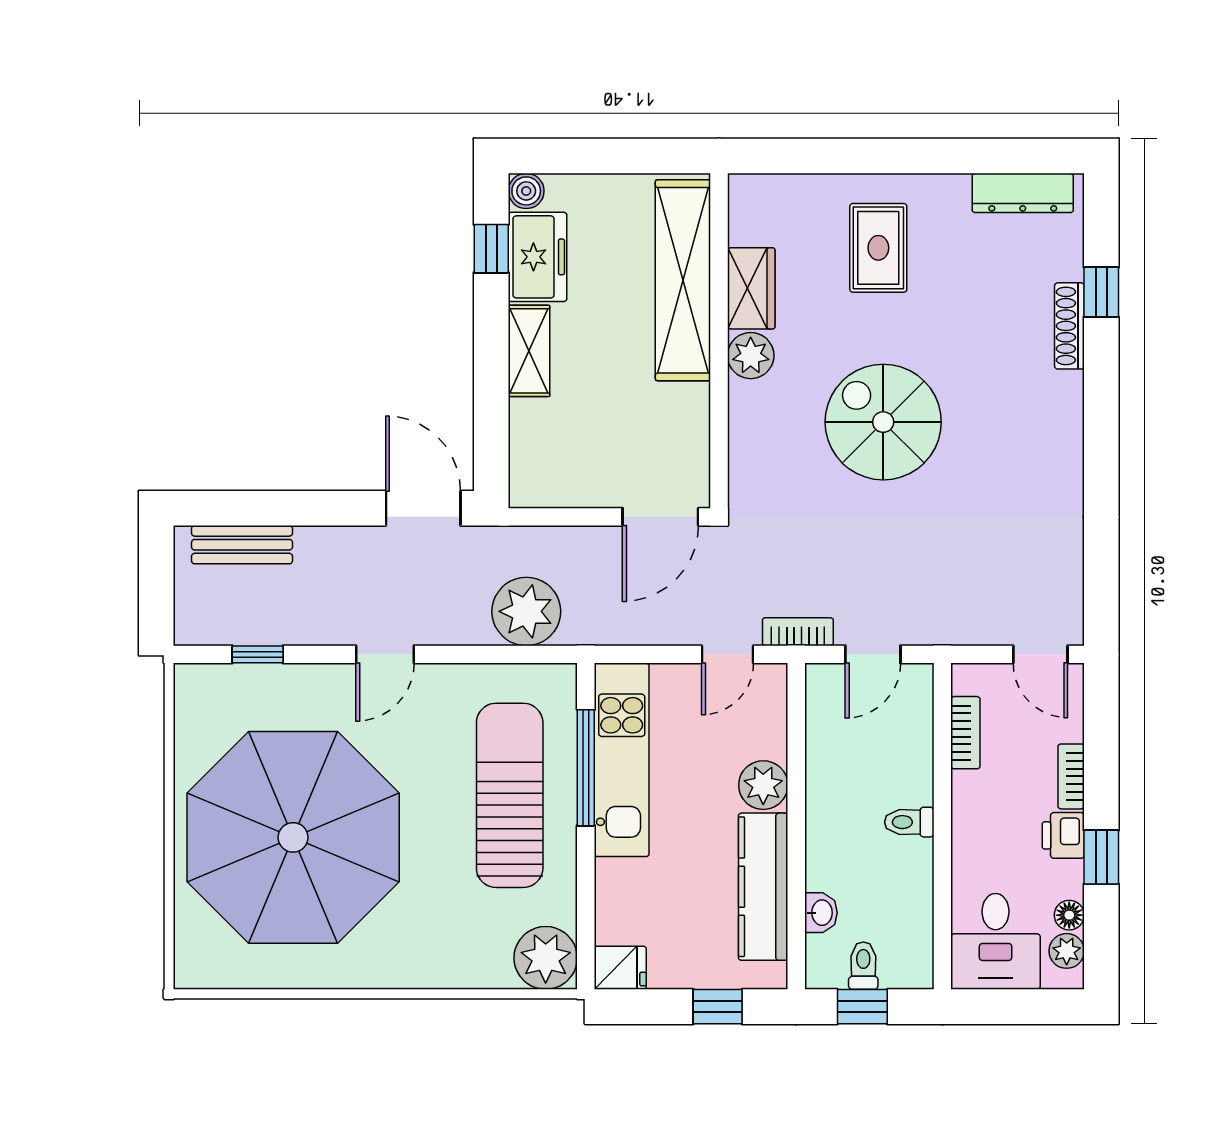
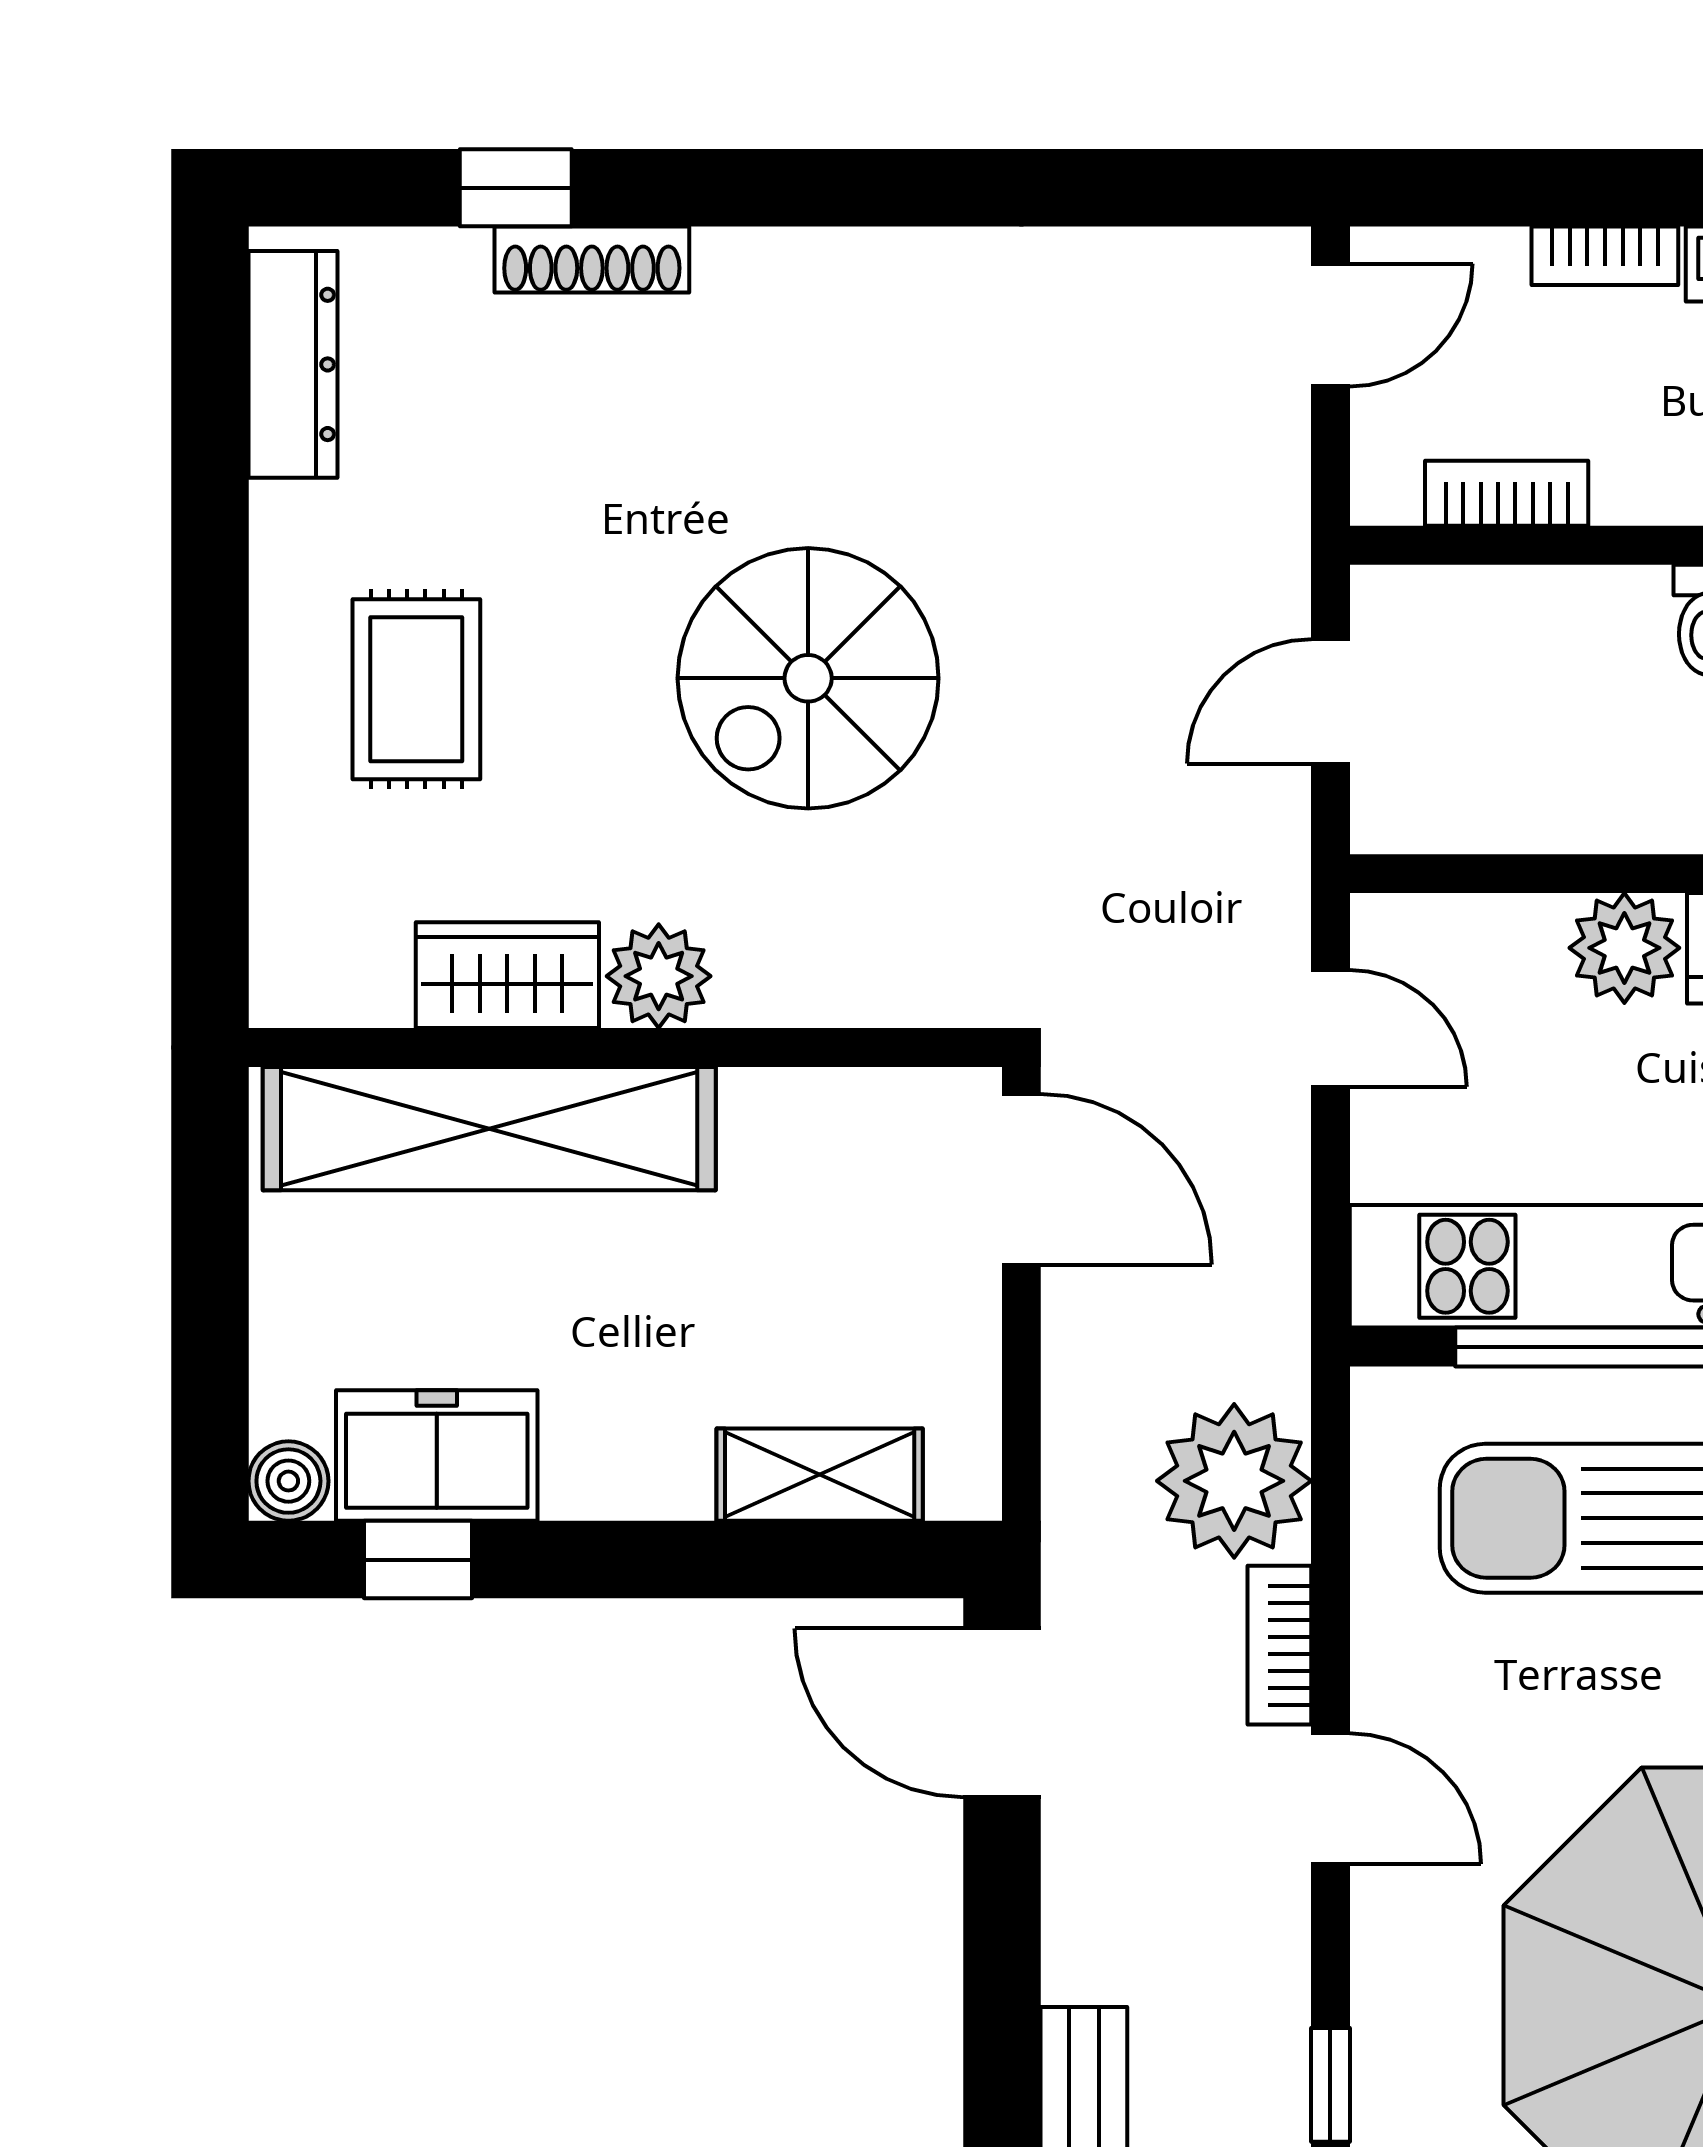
rug: (878, 248) -> (416, 689), turned 90
shelving: (529, 351) -> (820, 1475), moved
door: (423, 508) -> (1002, 1713), hinge flipped
bookcase: (798, 632) -> (1279, 1645), moved
door: (873, 654) -> (1330, 702), swing flipped

